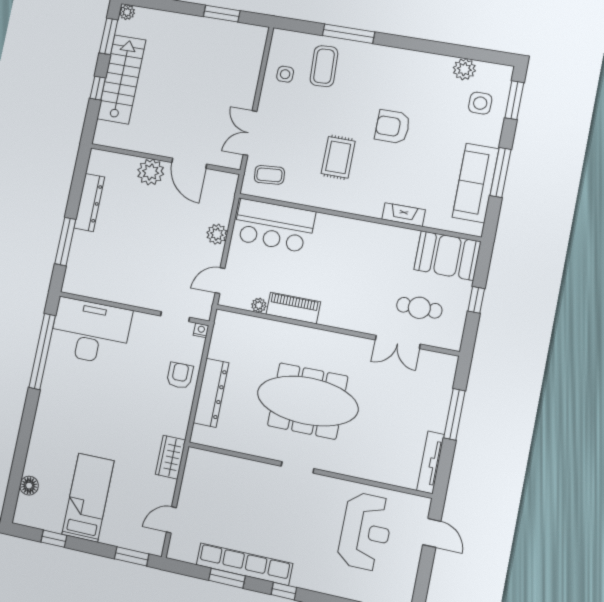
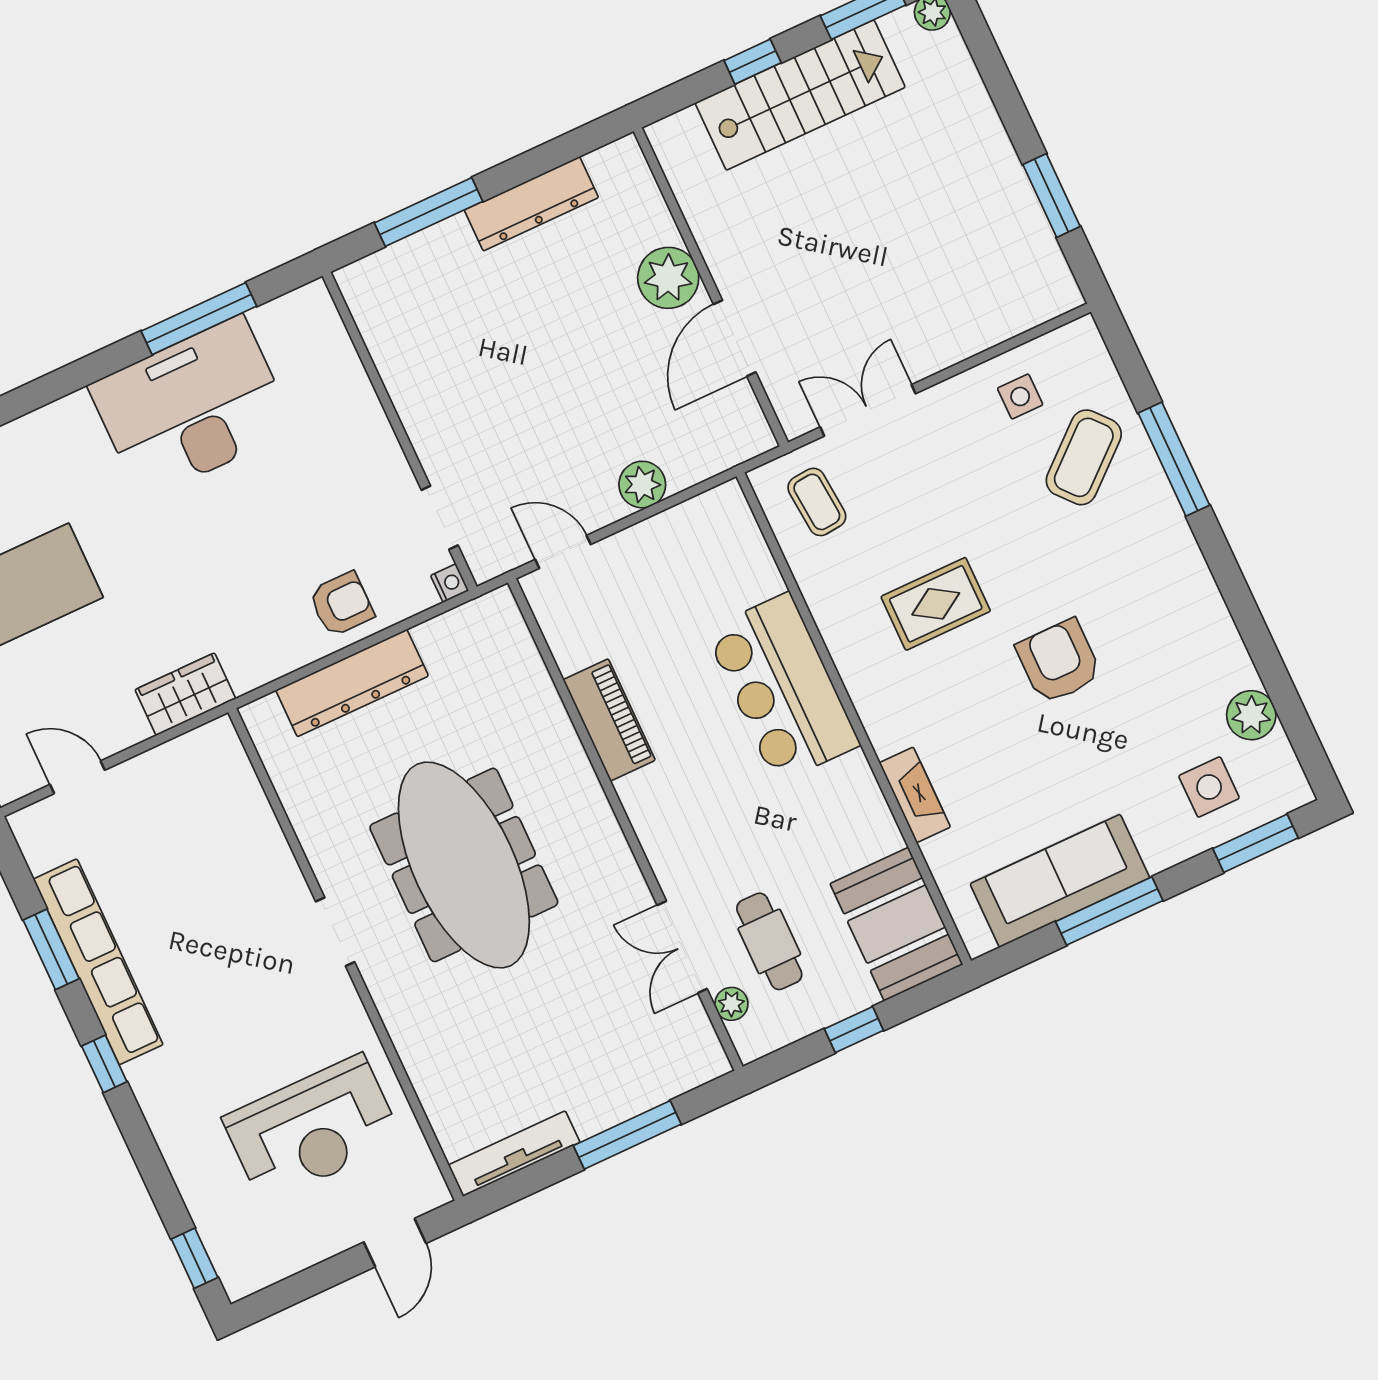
coffee table: (324, 66) -> (1084, 457), turned -38
bar counter: (274, 226) -> (782, 688), moved
plant: (259, 305) -> (731, 1004), moved
desk: (90, 331) -> (192, 408), moved, turned -90
window: (42, 352) -> (199, 319), width x0.68

